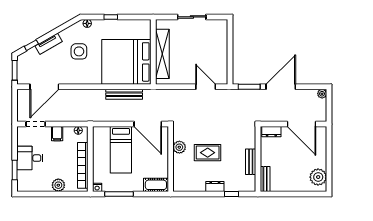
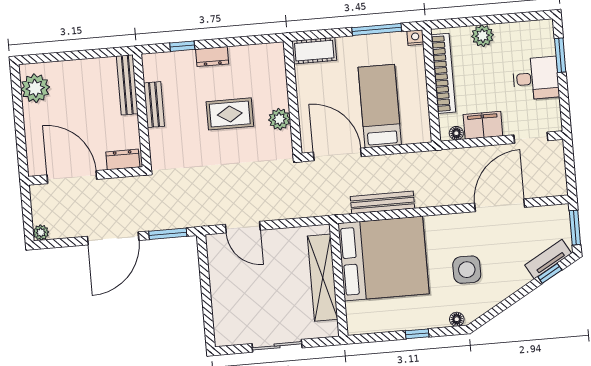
tv unit: (49, 44) -> (548, 259), moved
door: (44, 87) -> (500, 205), moved
filing cabinet: (57, 134) -> (483, 125), width x2.00
bench: (265, 179) -> (127, 85), width x1.36

